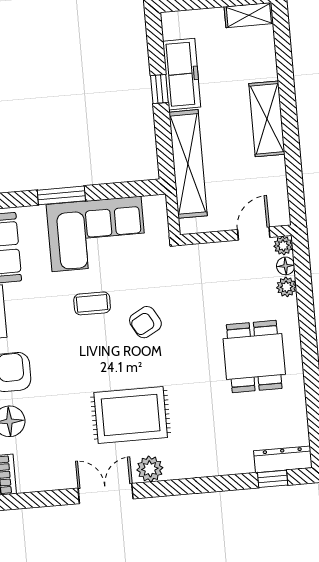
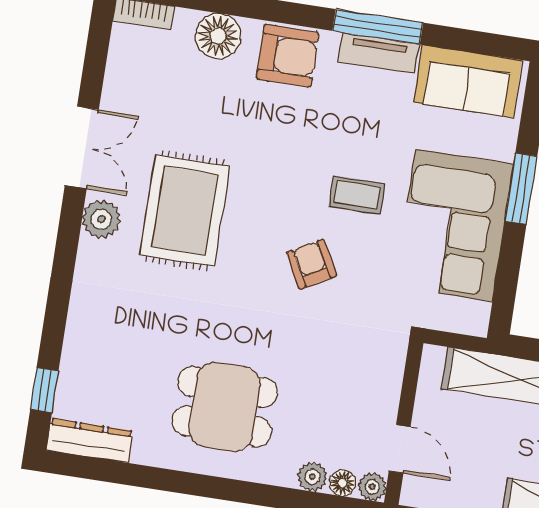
coffee table: (92, 303) -> (357, 195), turned 90
dresser: (283, 459) -> (90, 441), moved, turned -90

